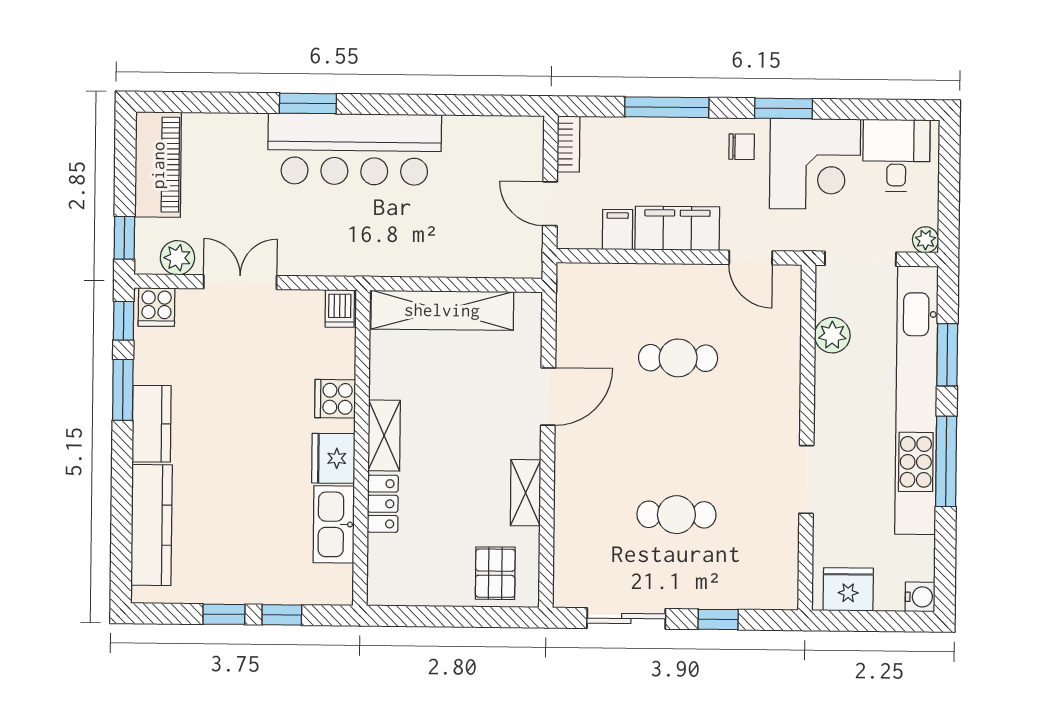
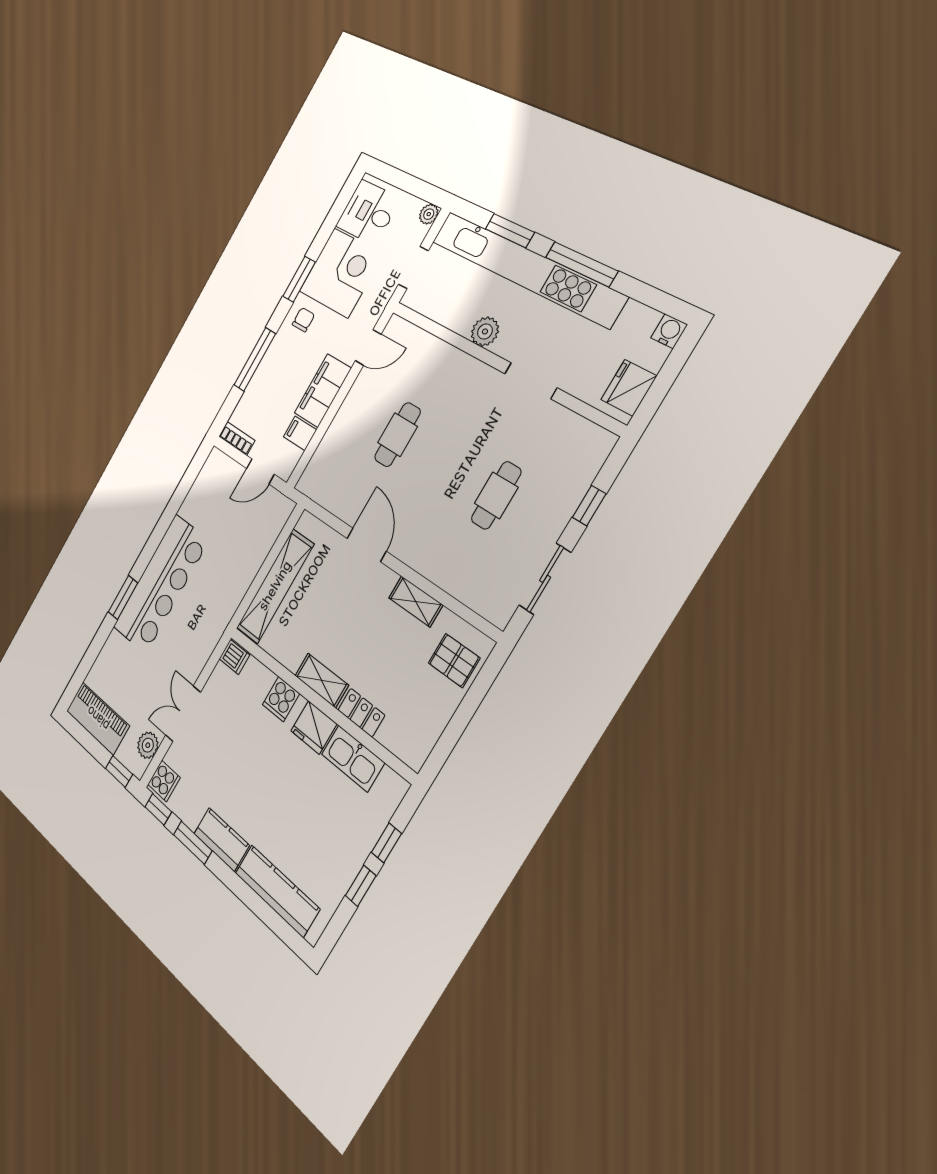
doorway: (860, 259) -> (413, 268), width x0.73
plant: (832, 335) -> (485, 332), moved

